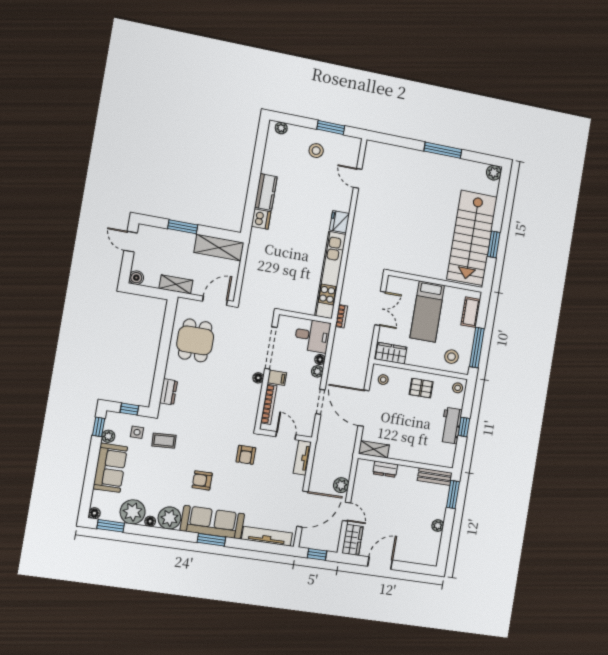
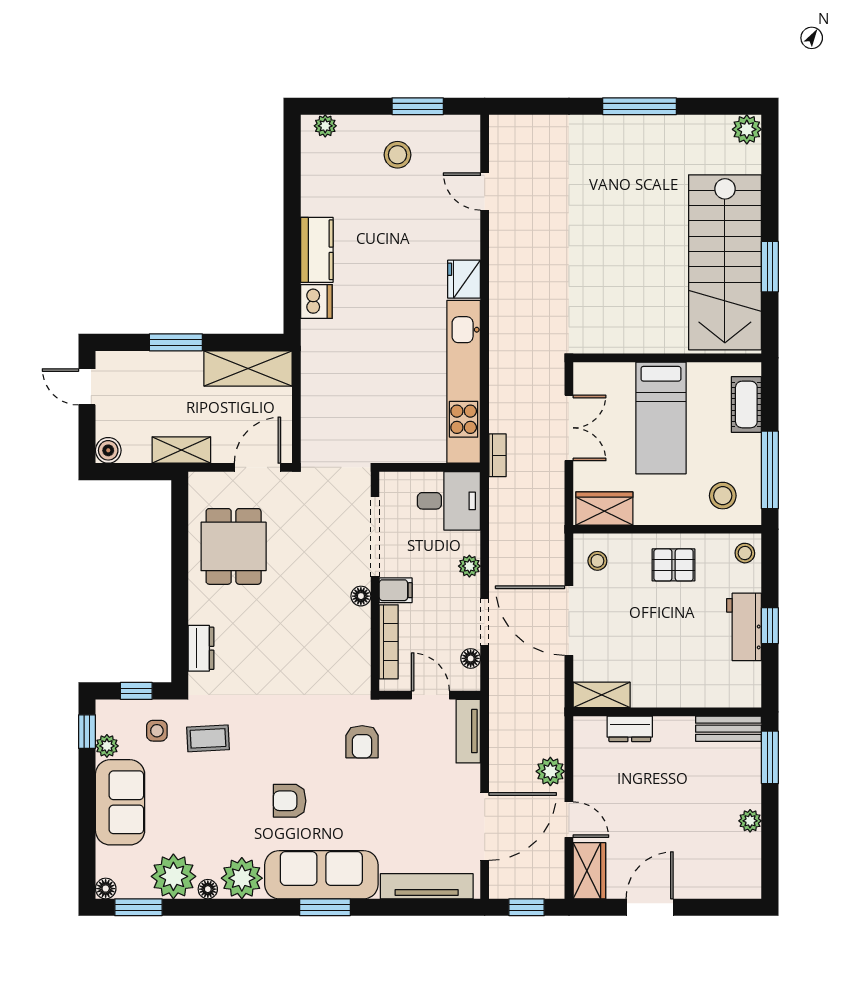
floor lamp: (320, 359) -> (471, 658), moved

